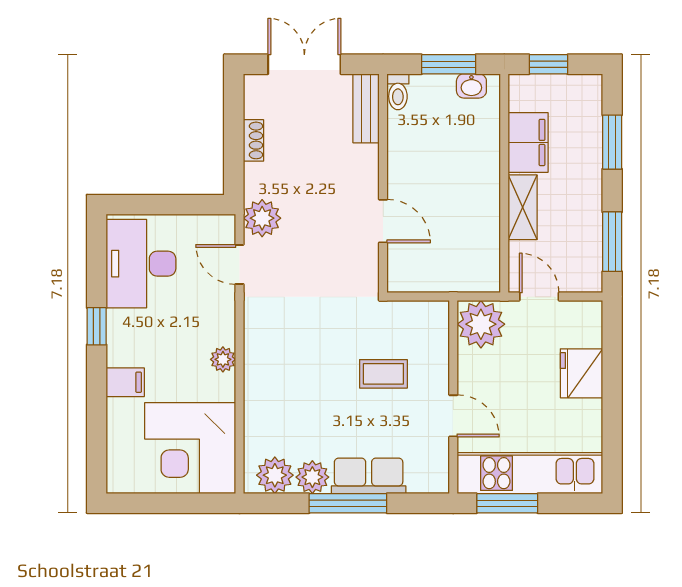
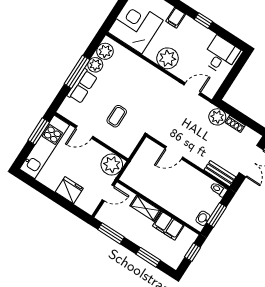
plant: (262, 218) -> (217, 117), moved
desk: (141, 264) -> (221, 55), width x0.73
plant: (223, 359) -> (168, 58), width x1.88, depth x1.88

